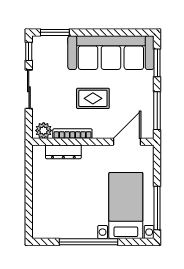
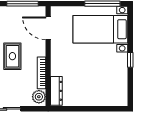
dresser: (63, 152) -> (56, 91), moved
window: (89, 242) -> (130, 60), width x0.32

